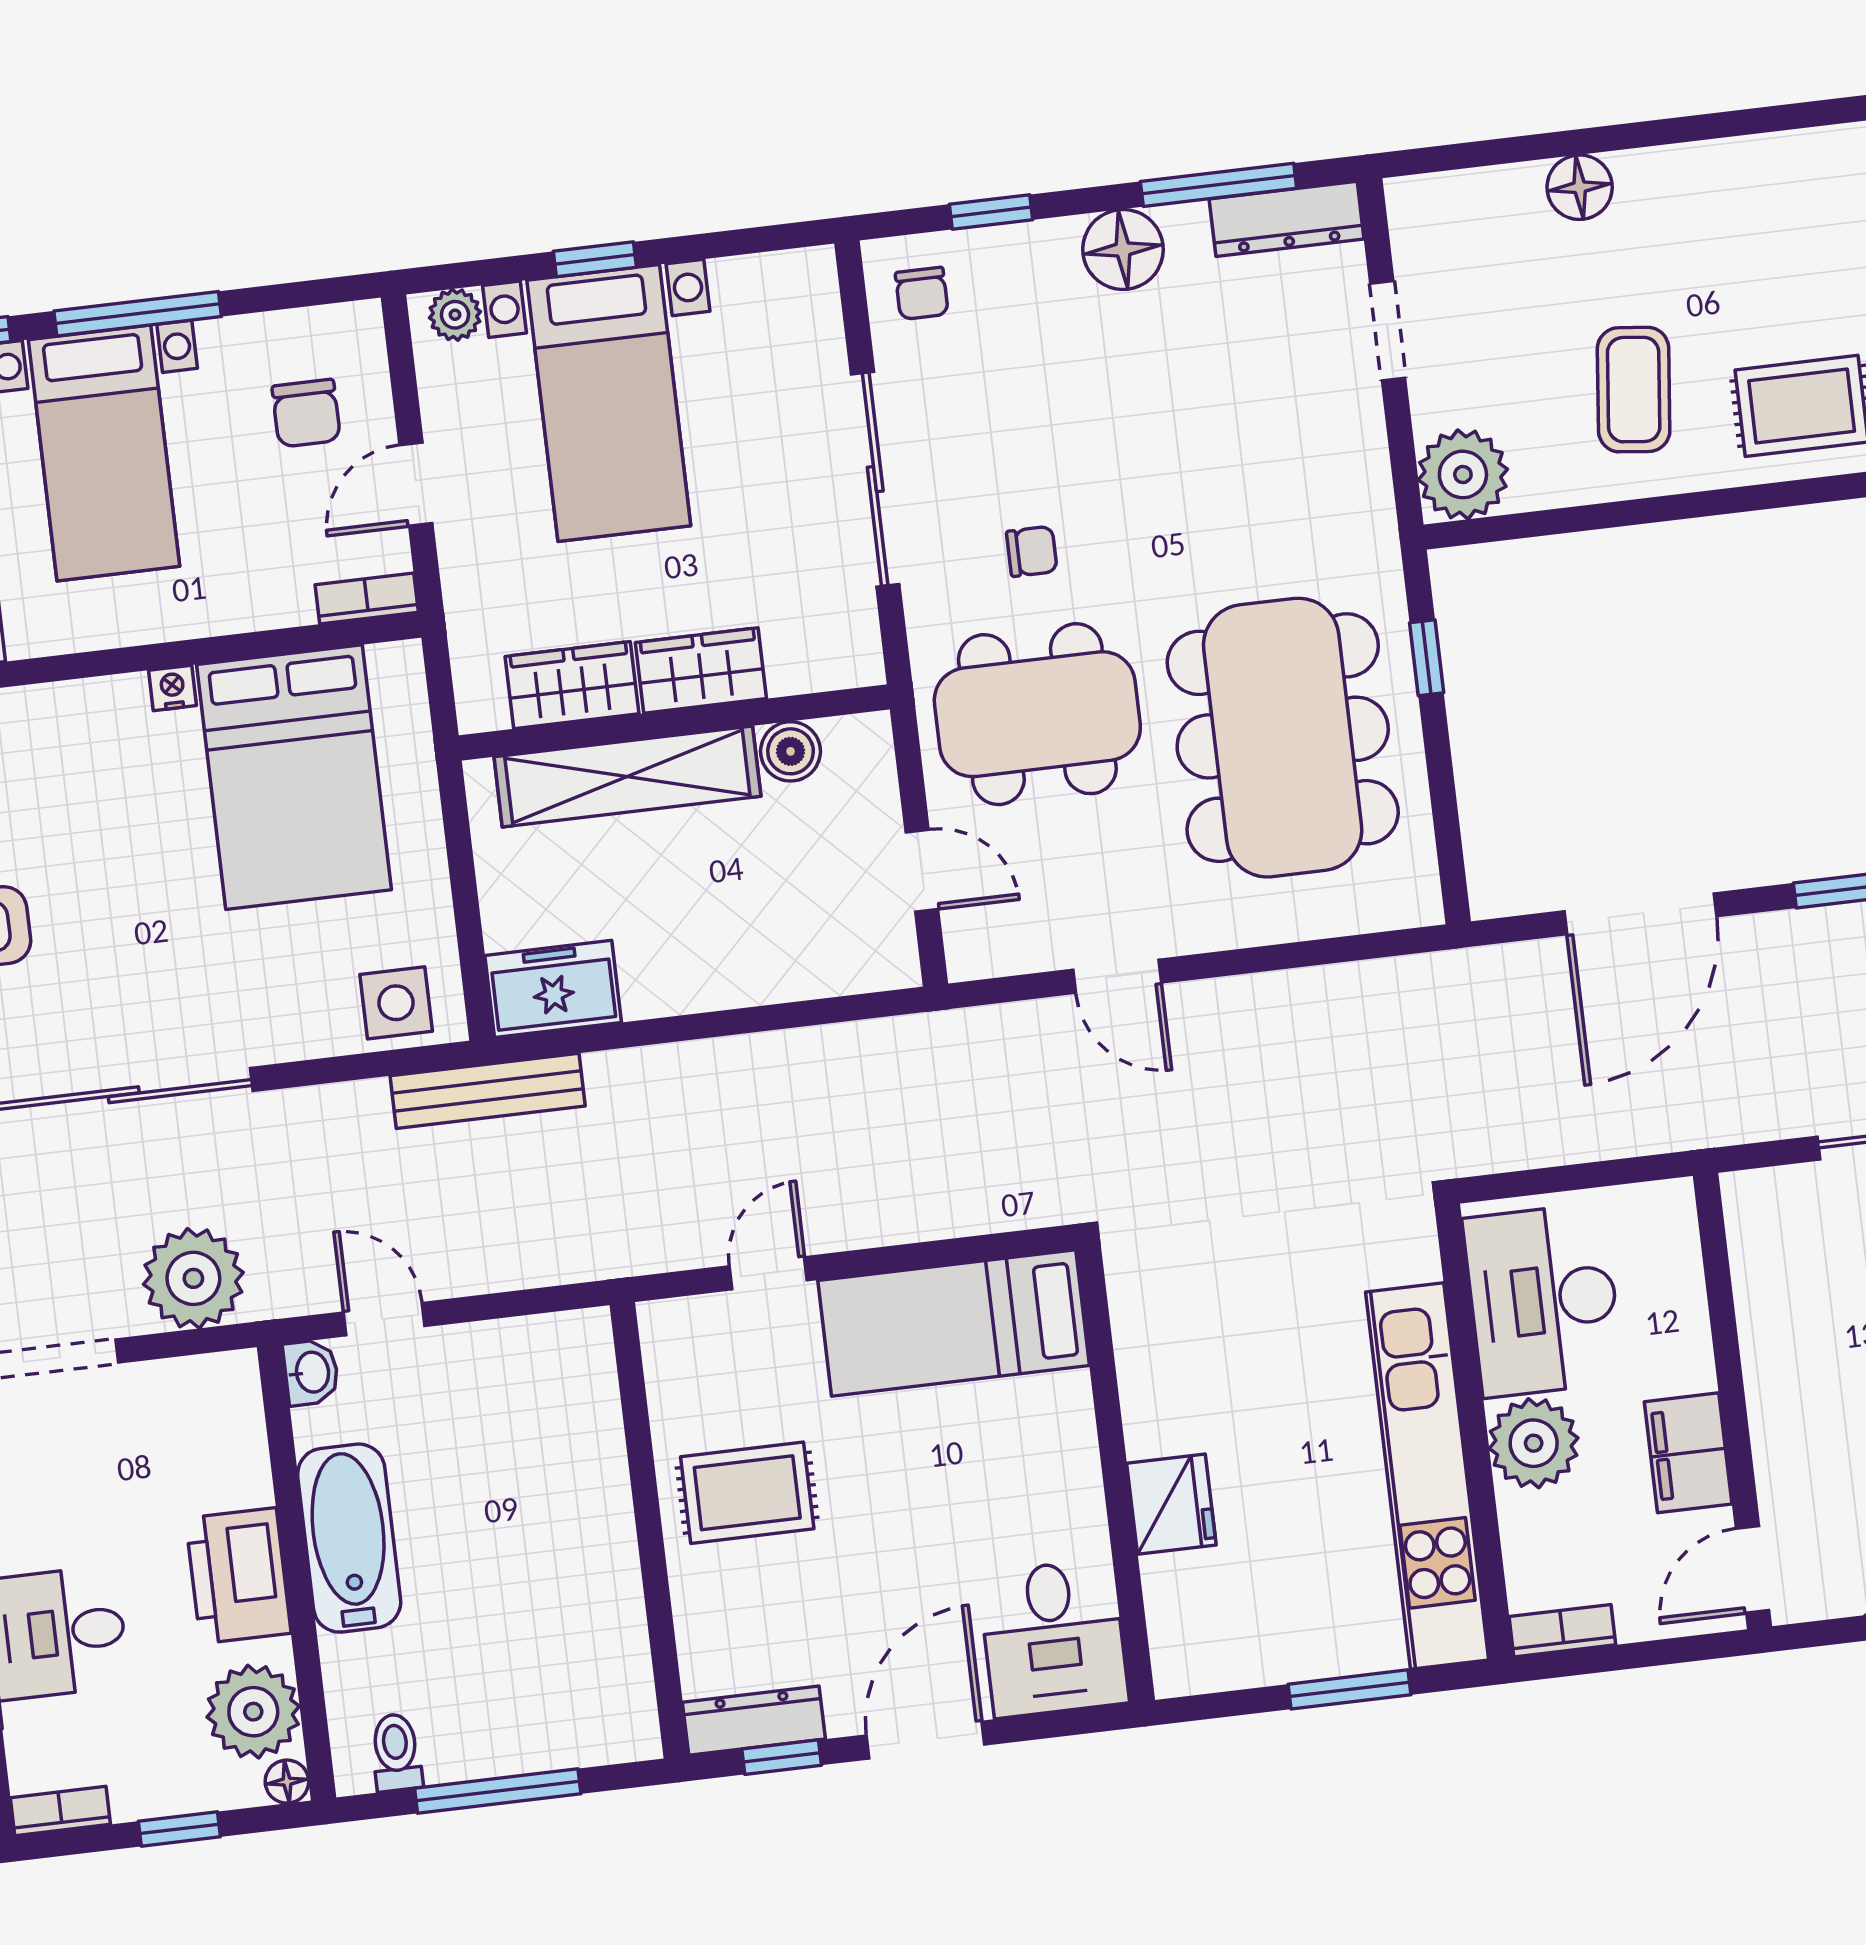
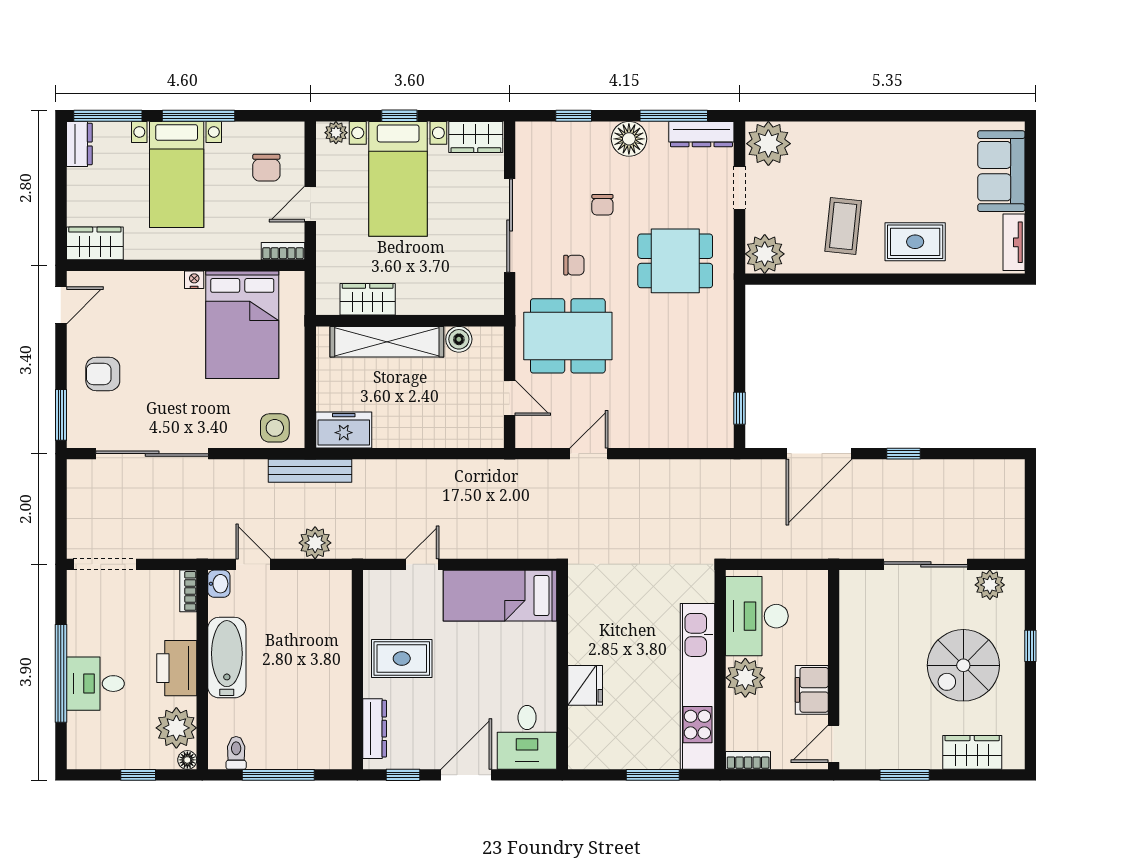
floor lamp: (1580, 187) -> (830, 135), removed
plant: (1441, 222) -> (768, 144), added
chair: (922, 293) -> (602, 205), moved
window: (1427, 658) -> (740, 408), moved
wardrobe: (701, 670) -> (476, 137), moved, turned 180
dining table: (1283, 738) -> (675, 261), moved, width x0.53, depth x0.80
door: (1117, 976) -> (589, 454), swing flipped
plant: (193, 1278) -> (315, 543), moved, width x0.73, depth x0.73
dresser: (754, 1721) -> (375, 729), moved, turned 90
bookcase: (60, 1811) -> (188, 591), moved, turned -90

